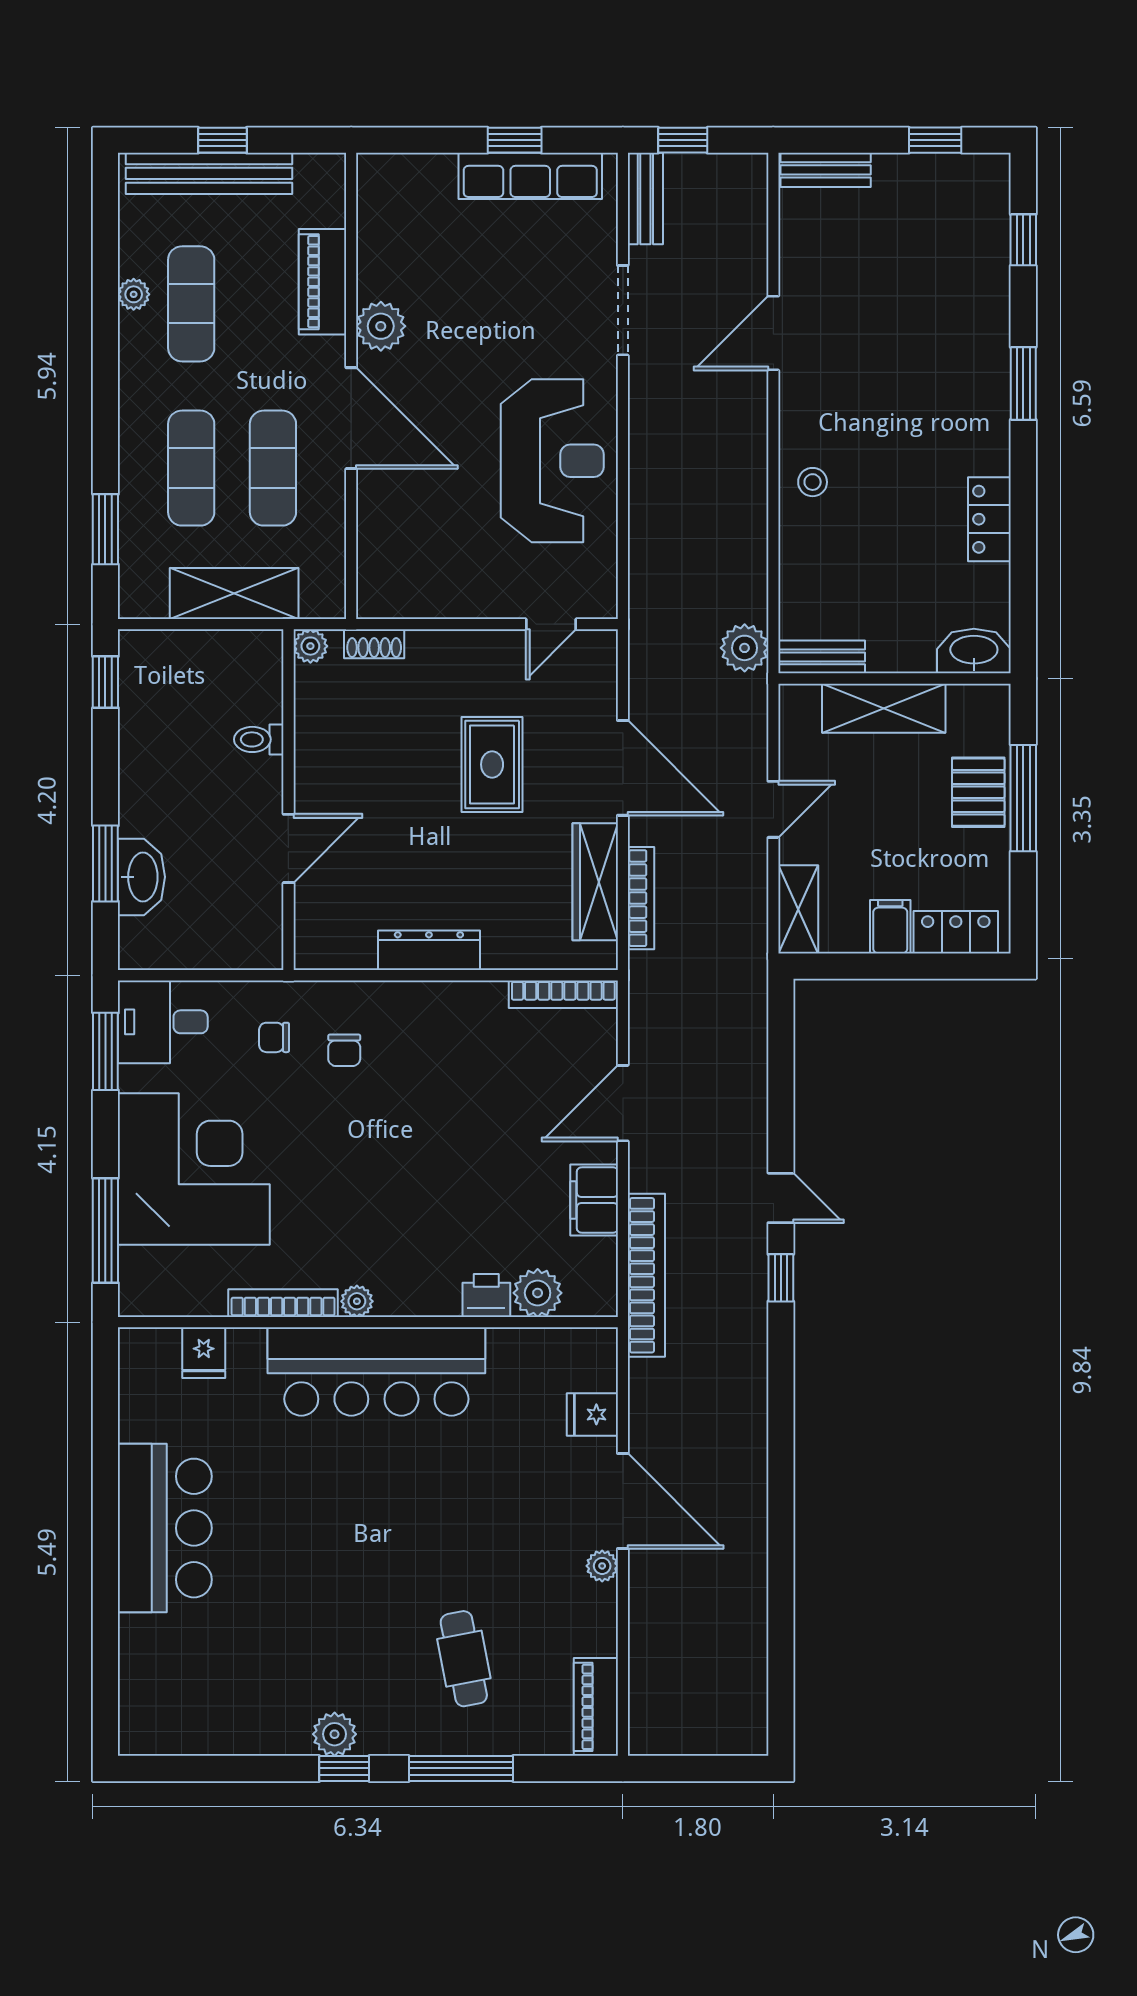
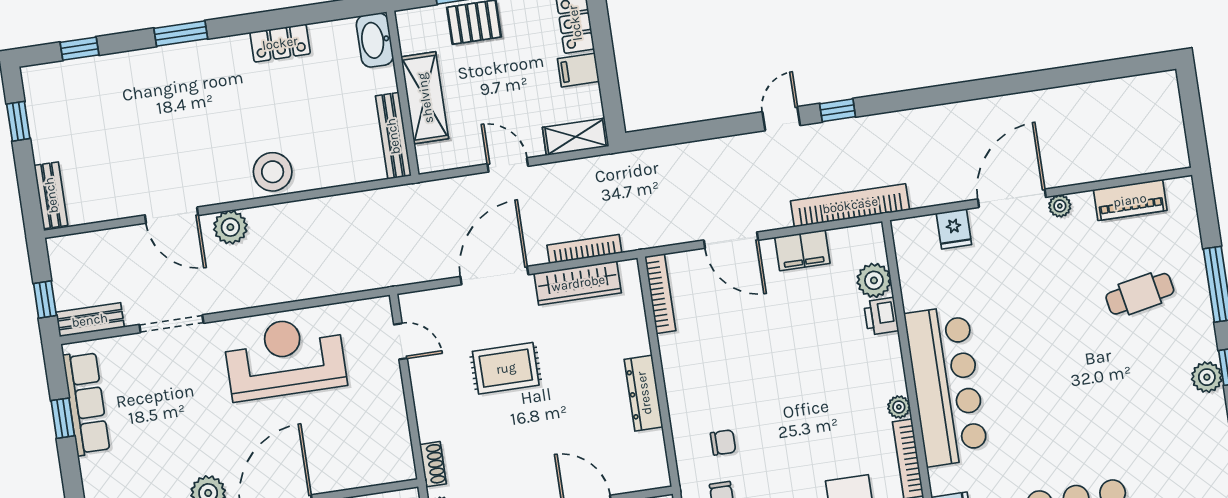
stool: (813, 482) -> (273, 172), width x1.89, depth x1.89
plant: (745, 648) -> (230, 227), moved
bench: (822, 657) -> (393, 136), width x1.36
piano: (596, 1707) -> (1130, 200), moved

